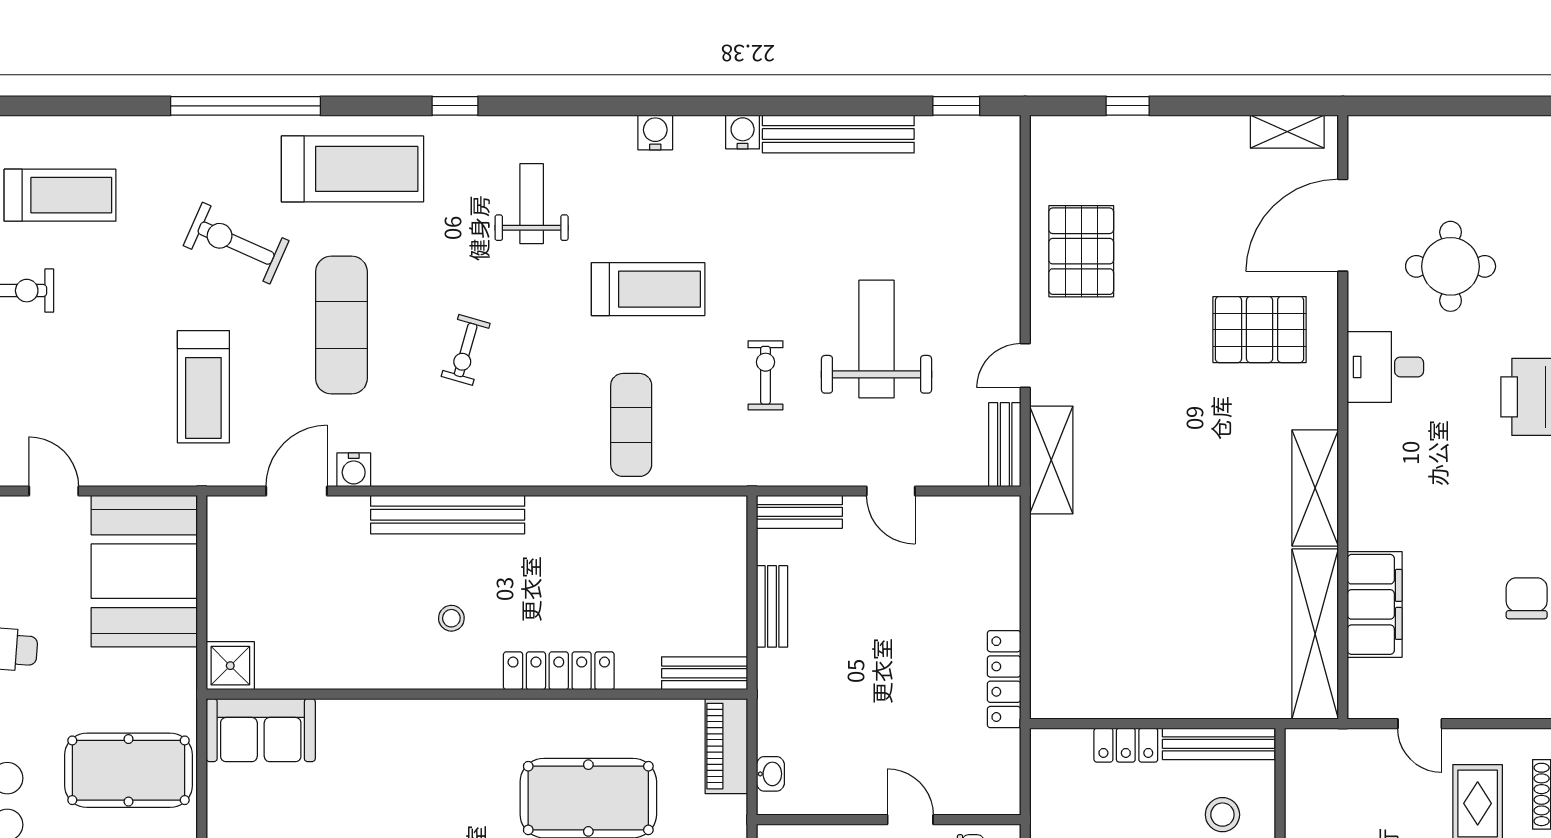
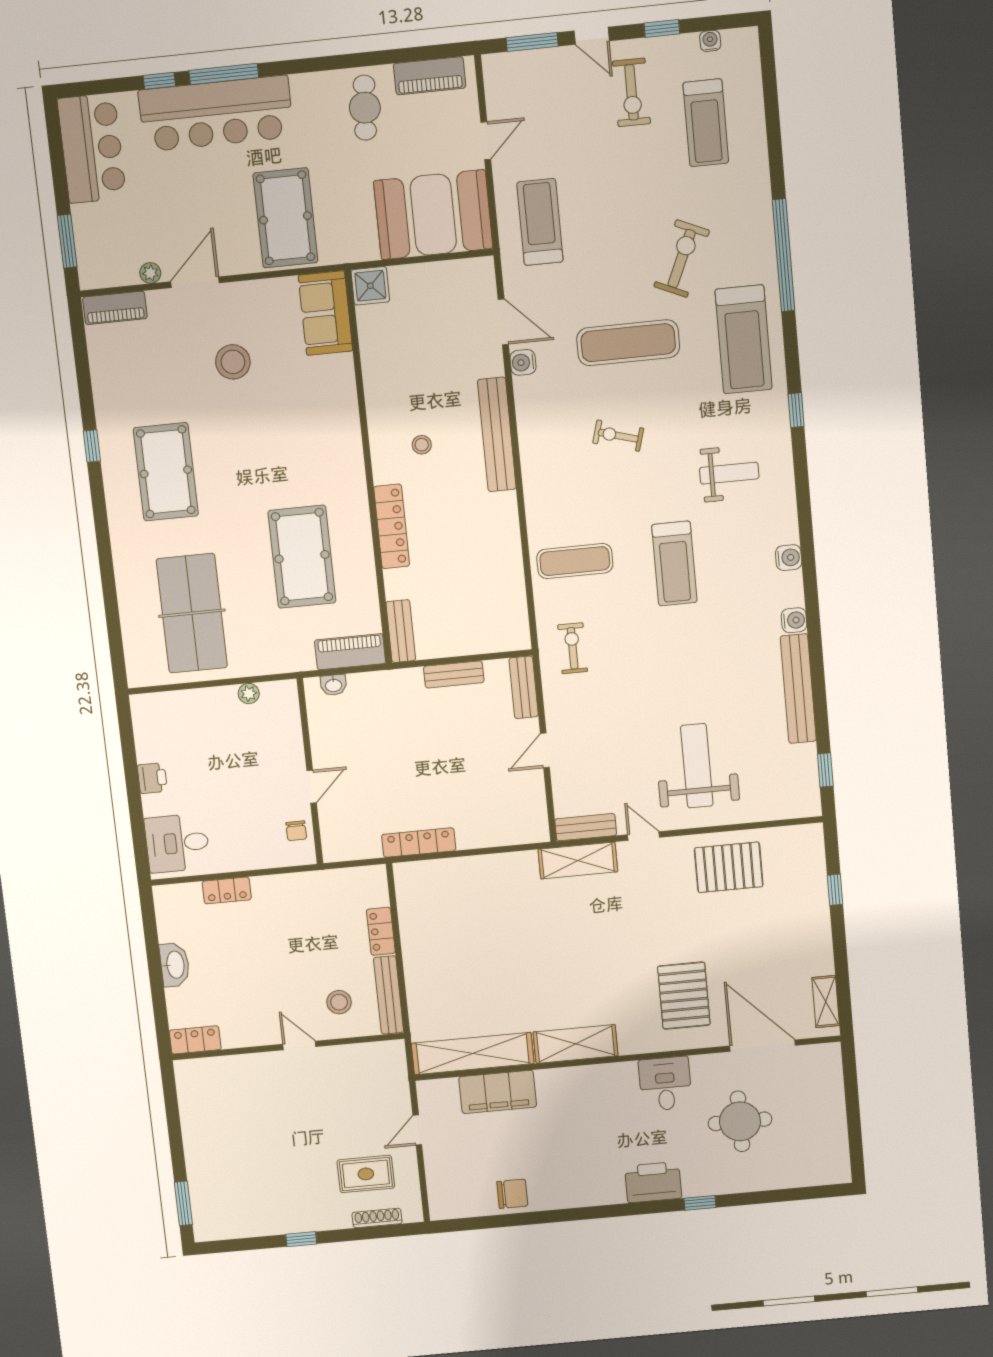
weight bench: (876, 339) -> (697, 766), moved, turned -90
exercise bike: (765, 375) -> (573, 648), moved, turned -90
treadmill: (203, 387) -> (540, 222), moved, turned 90

